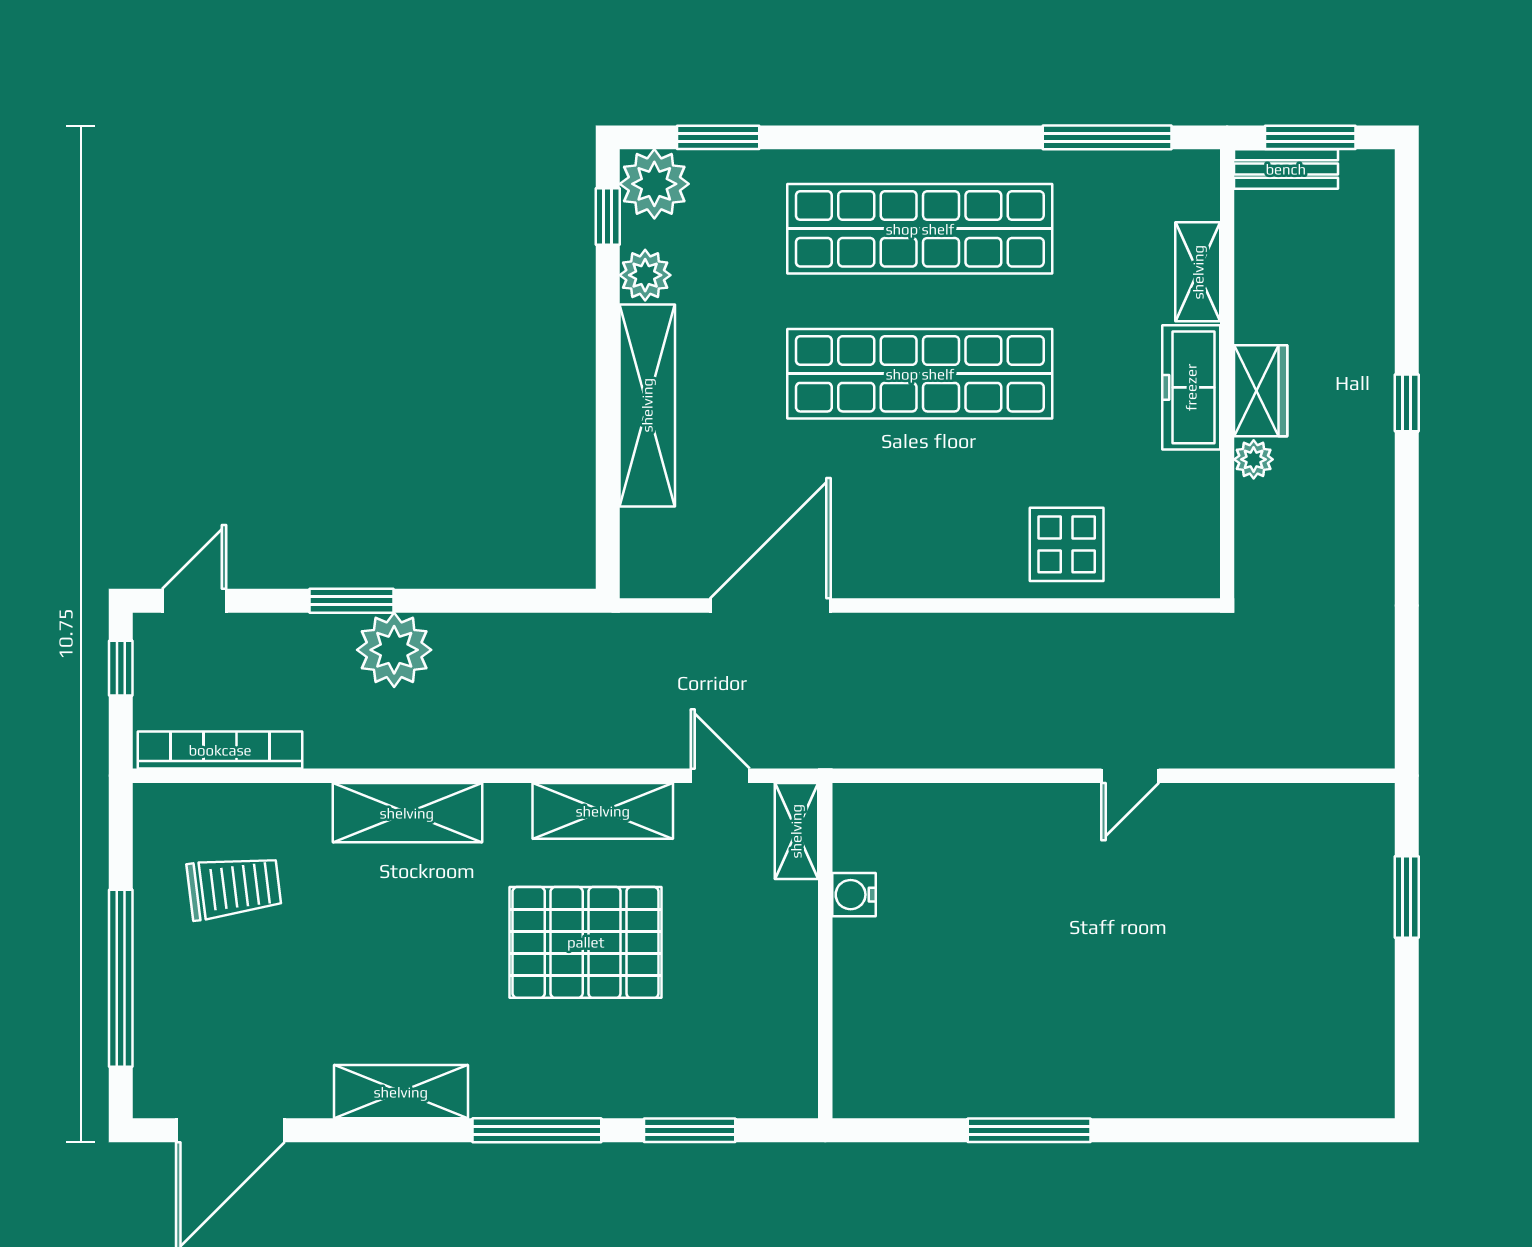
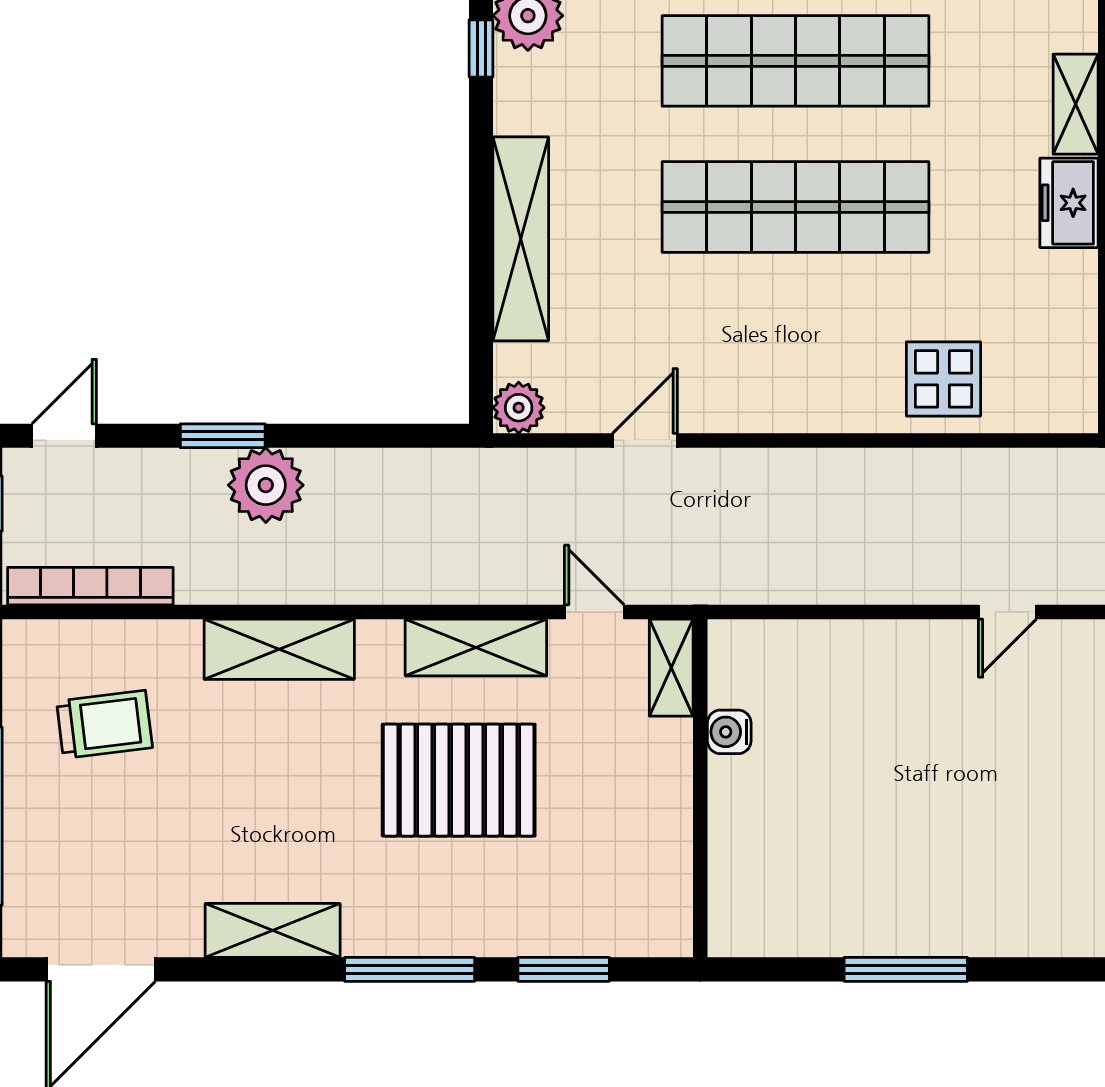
plant: (645, 275) -> (519, 408), moved
freezer: (1191, 387) -> (1069, 203), width x0.71
door: (770, 605) -> (645, 440), width x0.53

